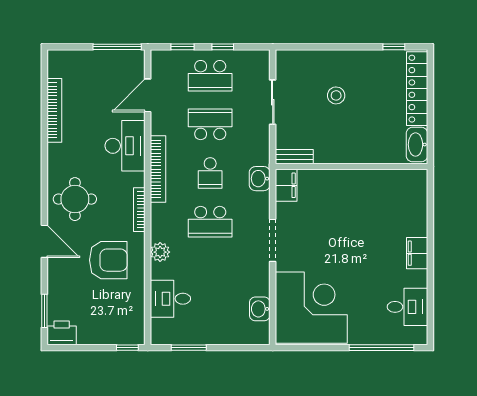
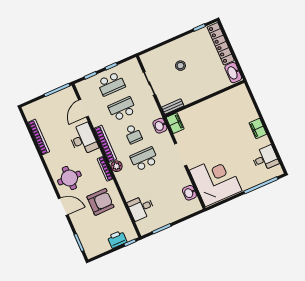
school desk: (210, 222) -> (144, 159), turned 180
plant: (160, 252) -> (117, 166), moved
printer: (62, 333) -> (117, 239), moved

